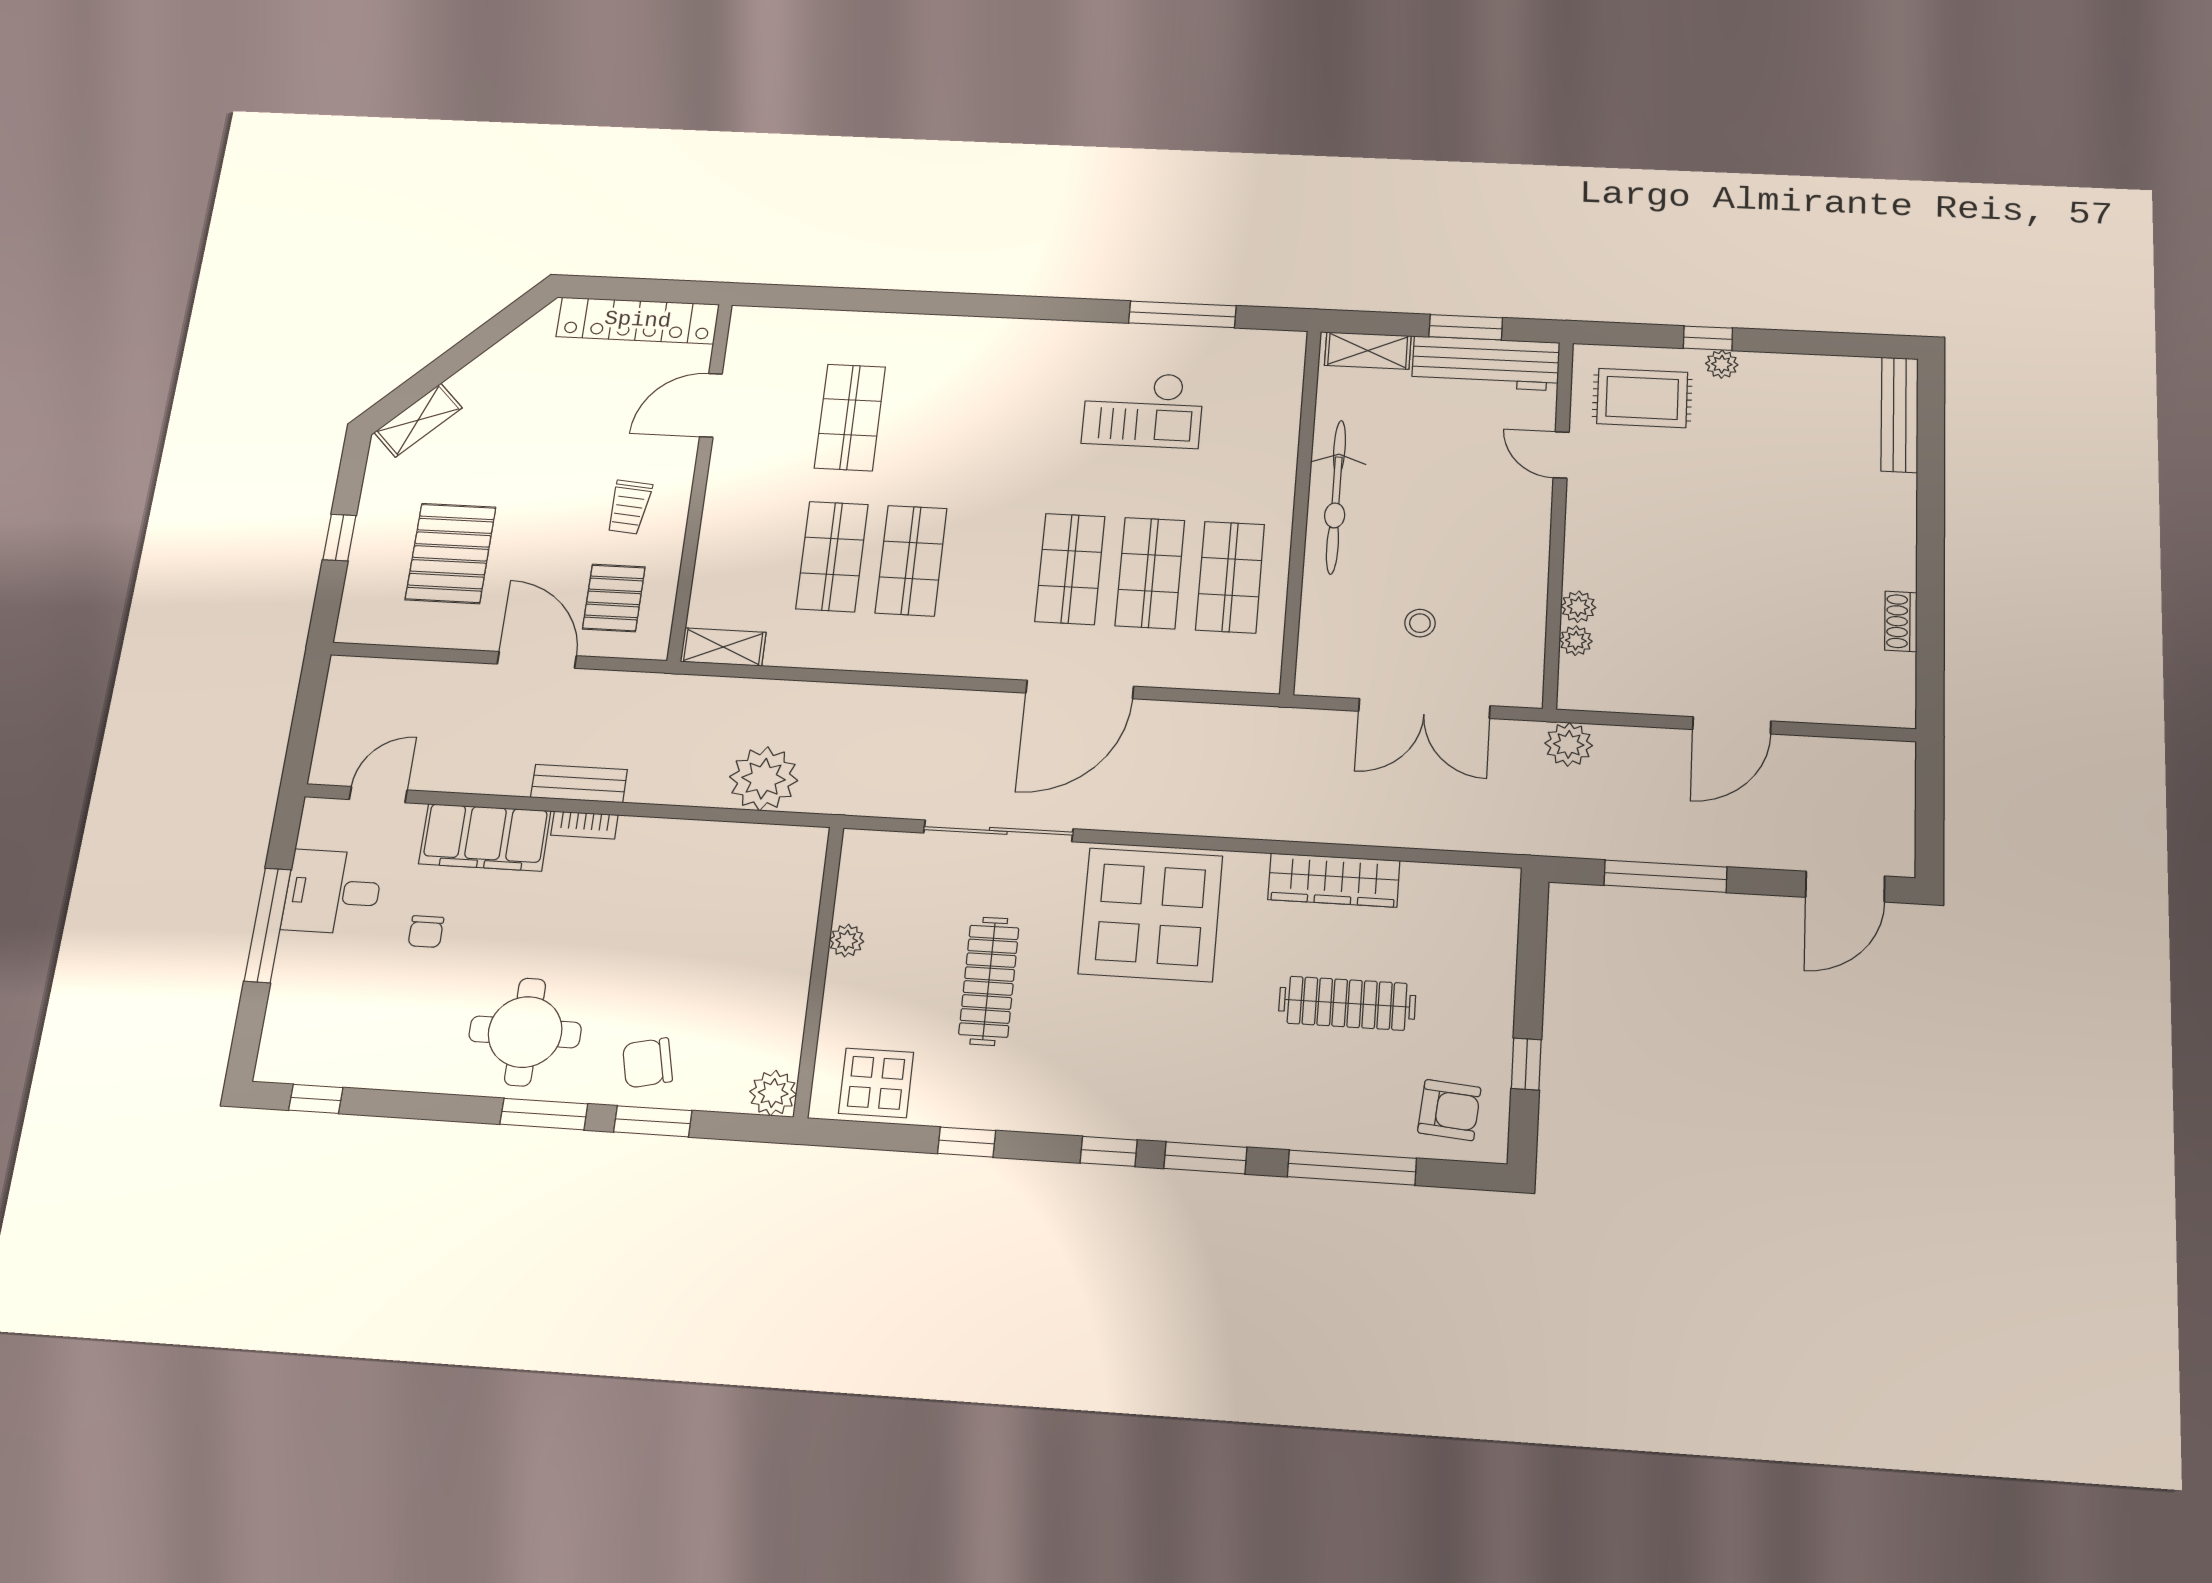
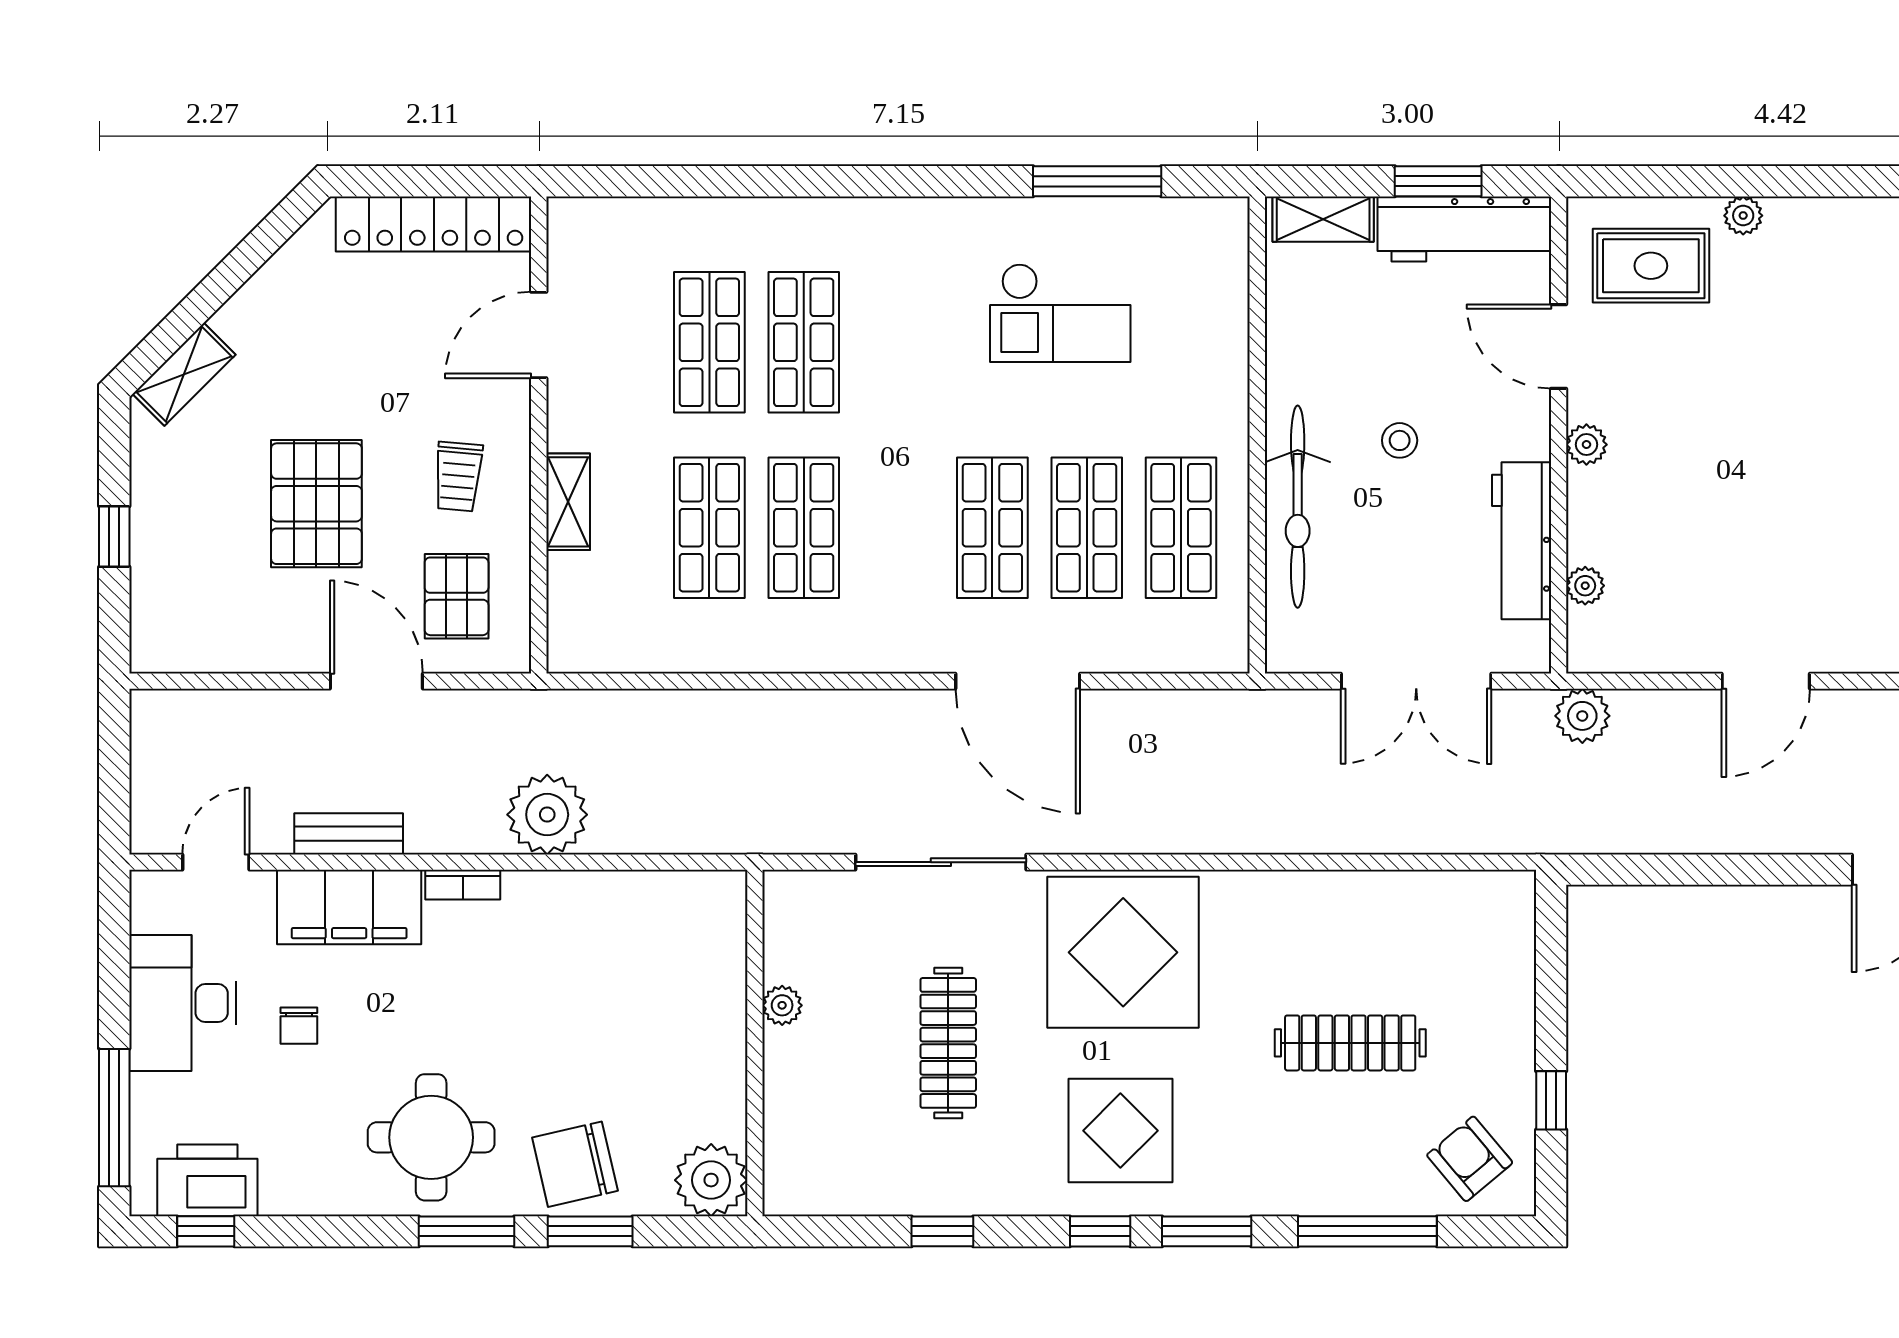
window: (1708, 338) -> (1726, 181), removed
shop shelf: (928, 421) -> (804, 342), added
door: (1561, 455) -> (1559, 347), width x1.38
bicycle: (1336, 497) -> (1298, 507), moved
pallet: (451, 553) -> (316, 504), moved
workbench: (1522, 602) -> (1522, 541), added
plant: (1578, 607) -> (1586, 445), moved
stool: (1420, 623) -> (1400, 440), moved
shelving: (723, 647) -> (568, 502), moved, turned 90
door: (1080, 690) -> (1018, 681), hinge flipped
plant: (764, 779) -> (547, 815), moved
bench: (579, 784) -> (349, 834), moved
window: (1665, 876) -> (1696, 870), removed
wardrobe: (1334, 880) -> (1326, 898), removed
desk: (333, 892) -> (183, 1003), width x1.37
window: (268, 925) -> (114, 1118), moved
printer: (325, 1056) -> (207, 1180), added
chair: (647, 1063) -> (575, 1164), width x1.37, depth x1.37
display table: (876, 1083) -> (1120, 1131), moved, width x1.36, depth x1.36
plant: (773, 1093) -> (711, 1180), width x1.36, depth x1.36
armchair: (1449, 1110) -> (1470, 1159), turned -135

